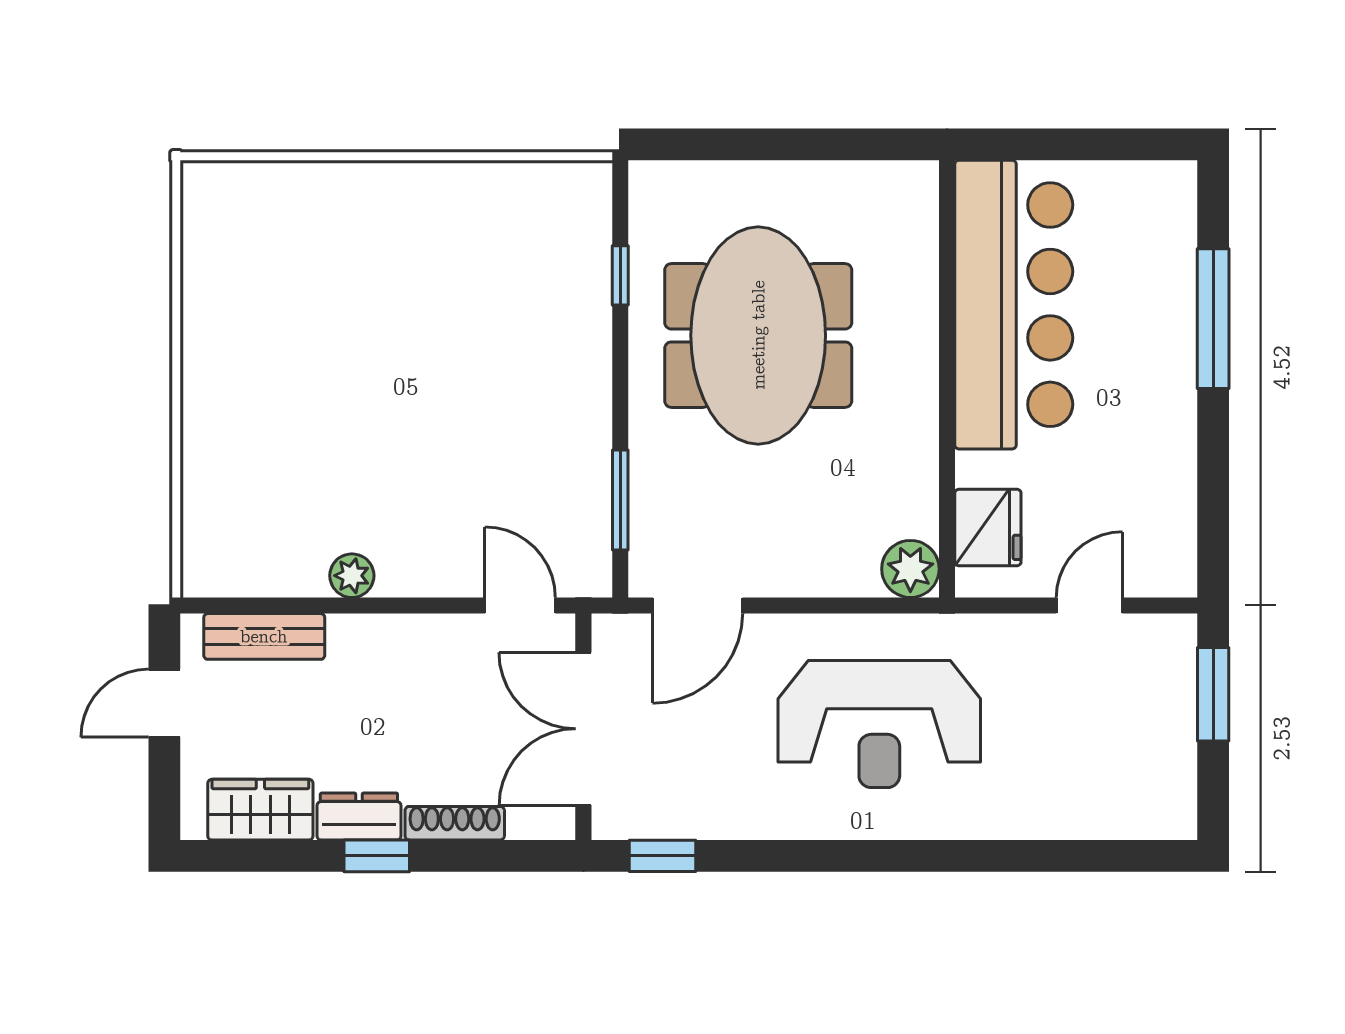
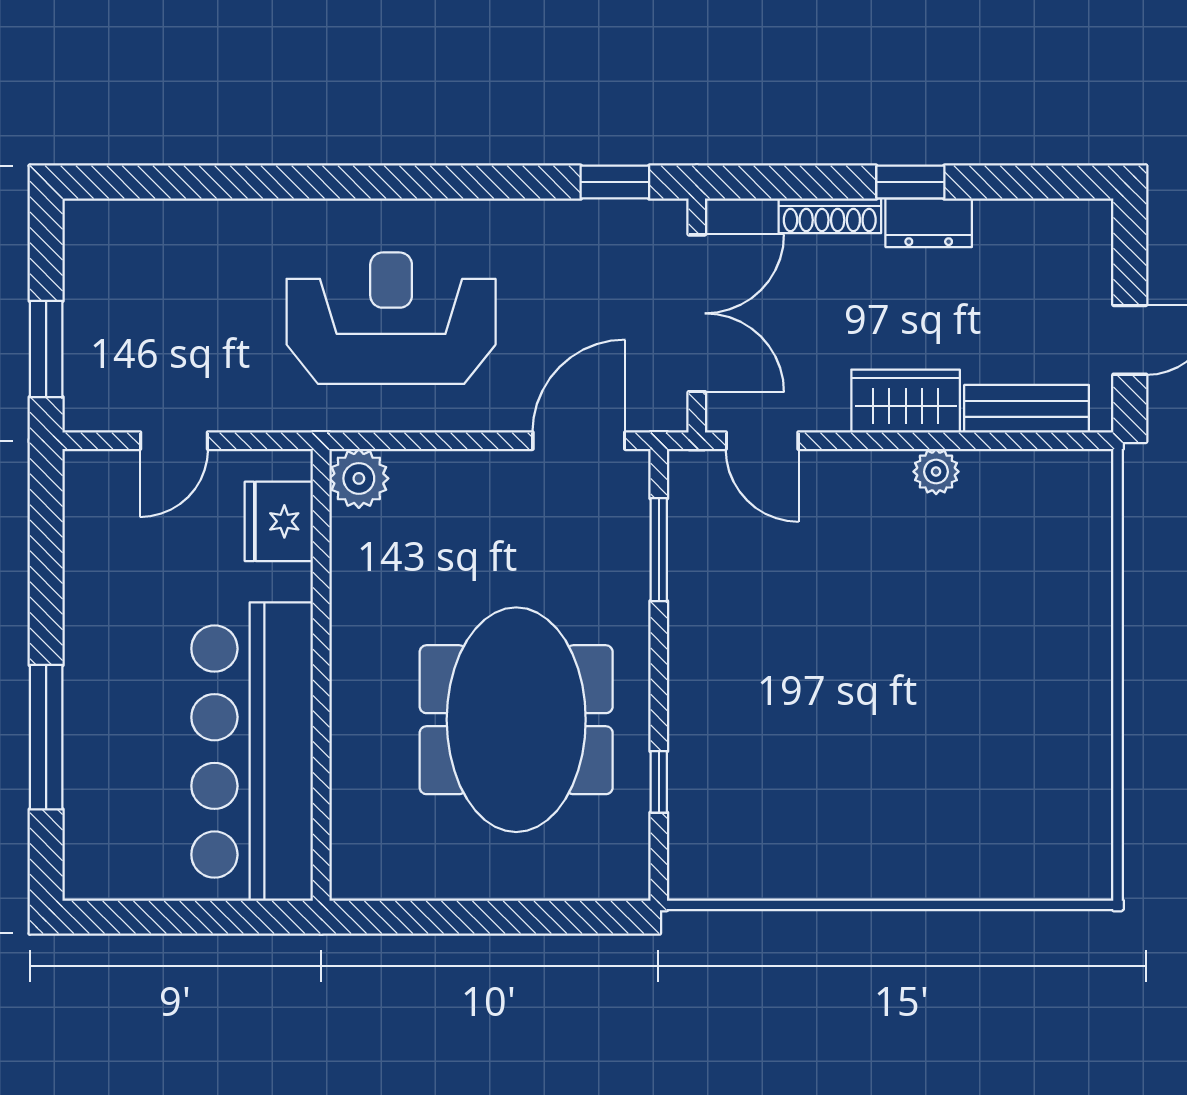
wardrobe: (260, 810) -> (906, 401), moved, turned 180

